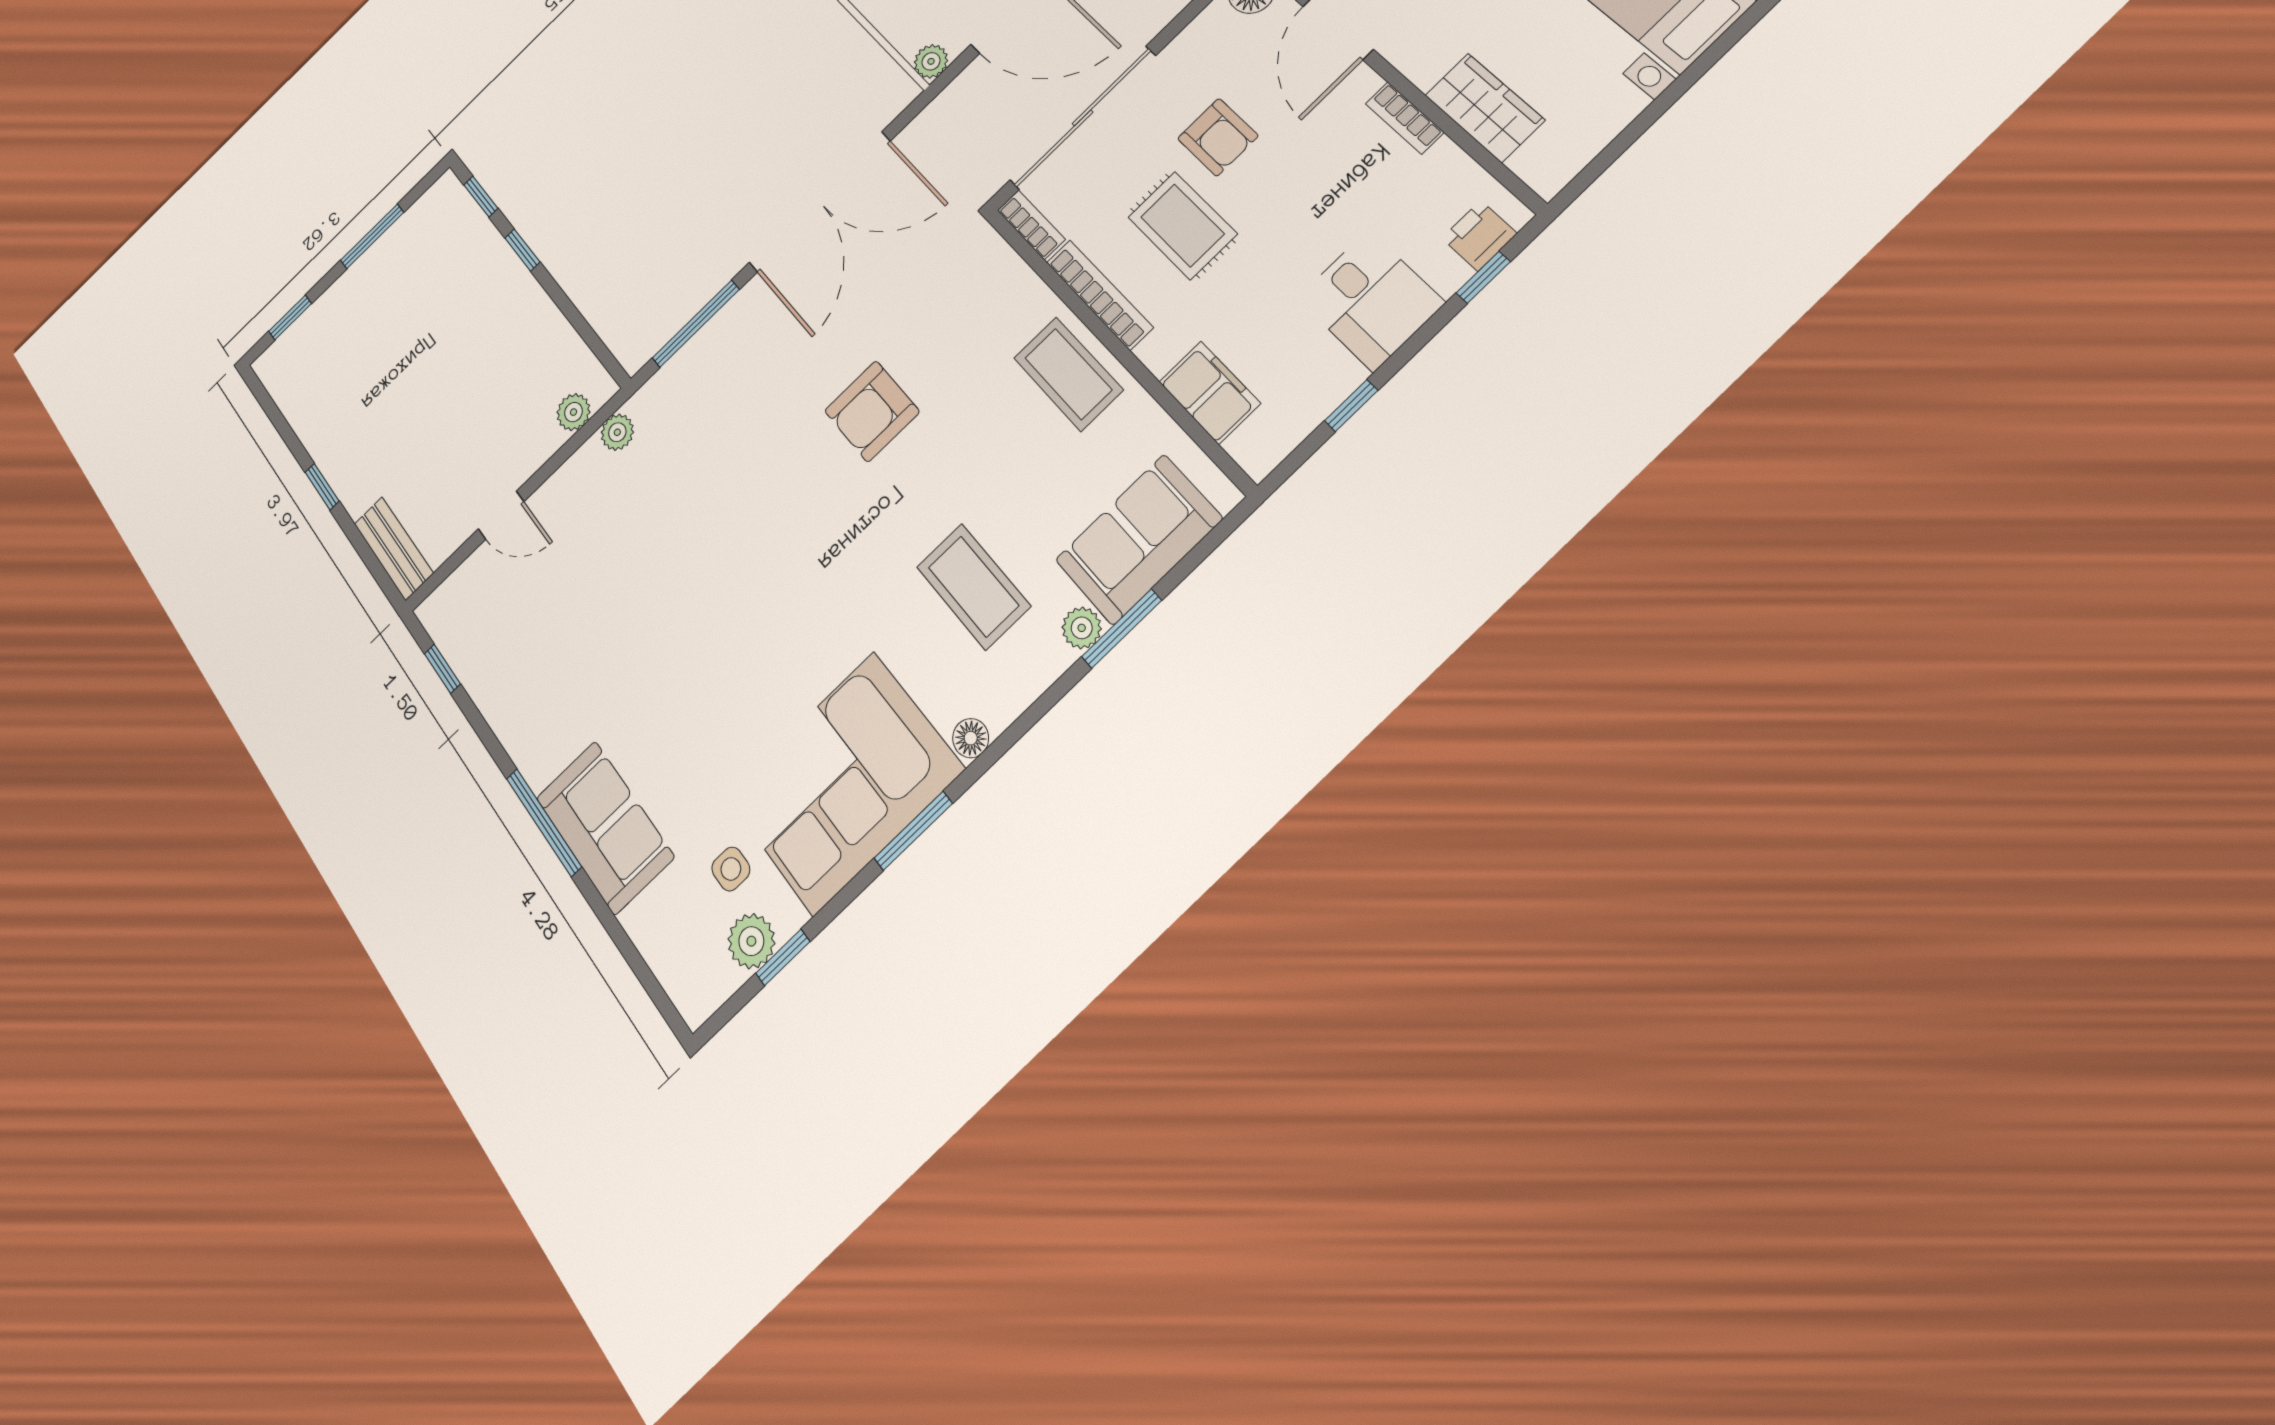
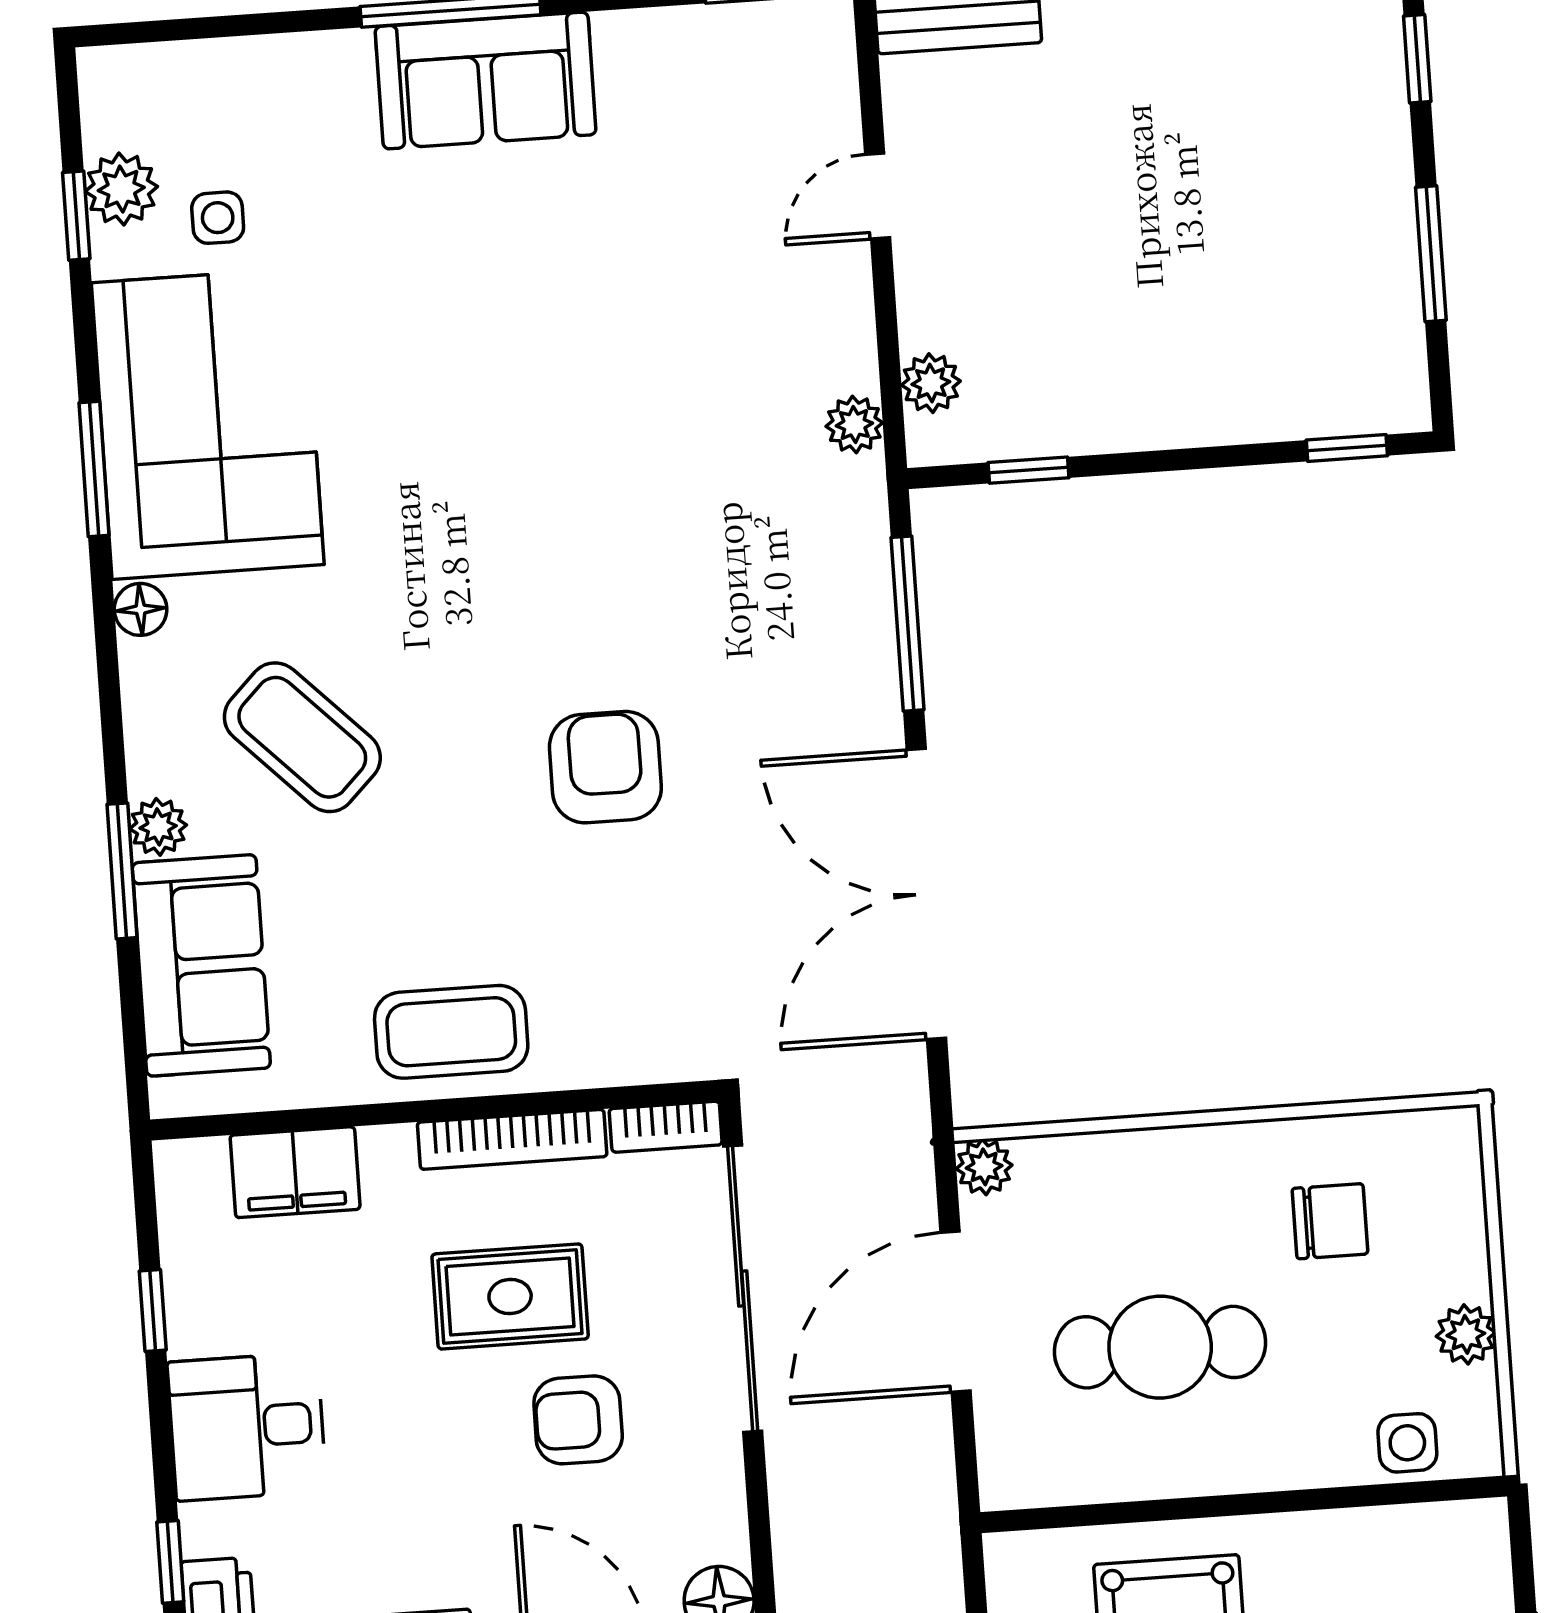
window: (522, 250) -> (1029, 470), moved
coffee table: (973, 586) -> (302, 737), turned 45
sofa: (605, 827) -> (486, 81), moved

